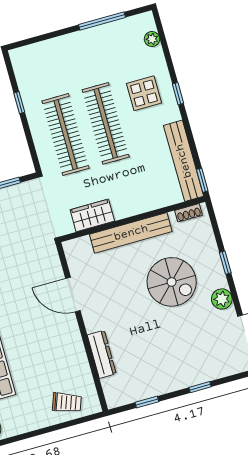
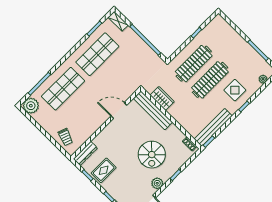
bench: (131, 233) -> (153, 111), moved
door: (73, 295) -> (119, 111), hinge flipped
dresser: (102, 354) -> (85, 153), moved
rug: (154, 372) -> (104, 170), added

